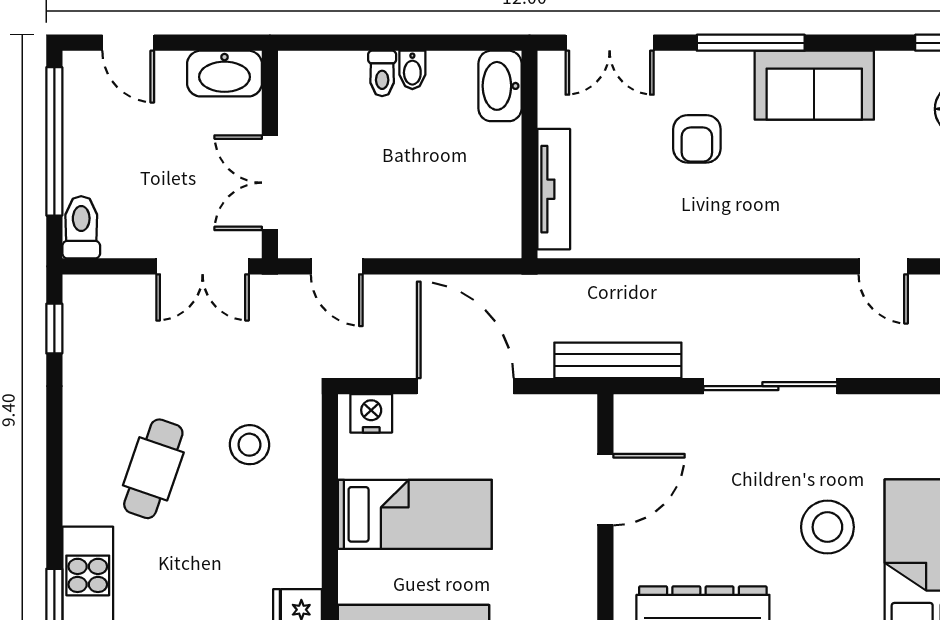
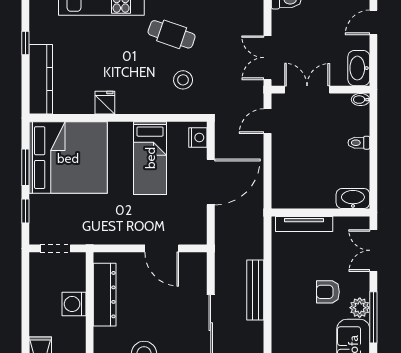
bidet: (412, 70) -> (361, 100), moved
plant: (730, 72) -> (360, 308), added
bench: (618, 360) -> (255, 290), moved

